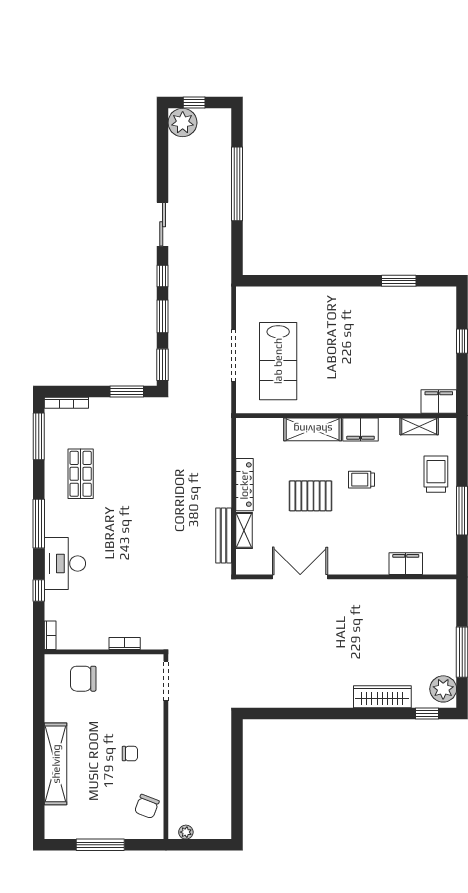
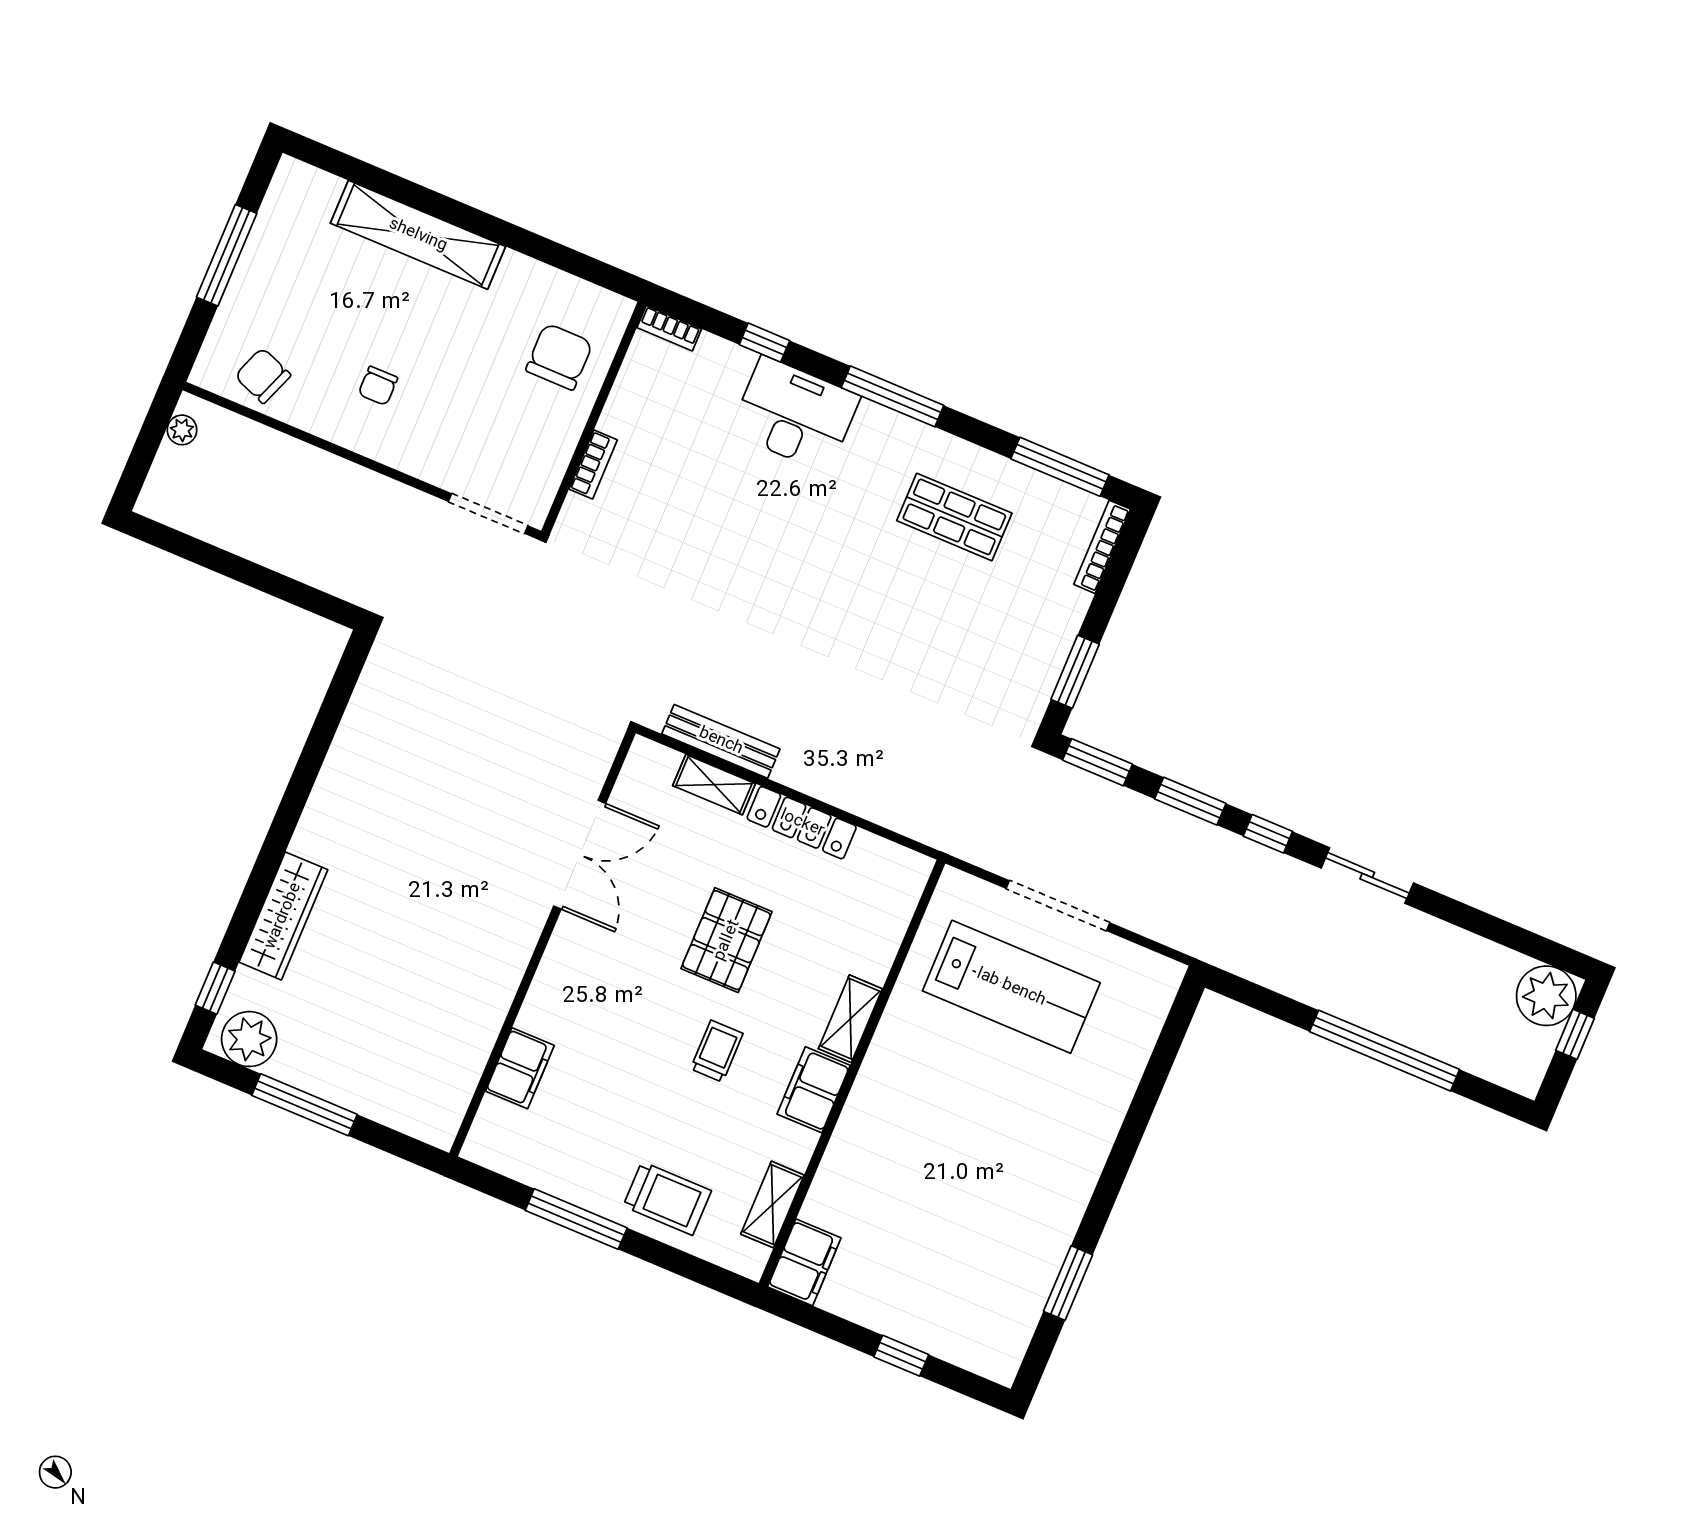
lab bench: (278, 361) -> (1011, 987), turned 180
shelving: (313, 429) -> (850, 1019), width x0.67, depth x0.75

